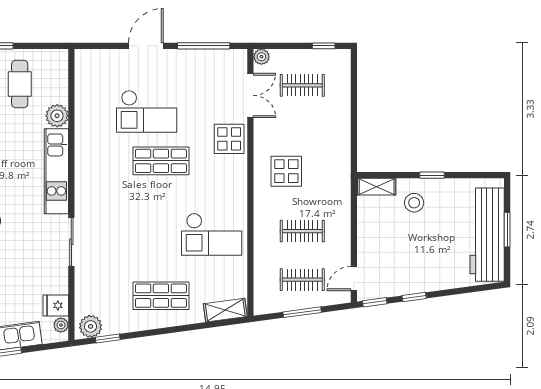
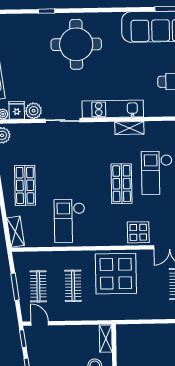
plant: (57, 116) -> (34, 111), moved
shelving: (83, 149) -> (129, 128), added
display table: (286, 171) -> (116, 274), width x1.86, depth x1.86

